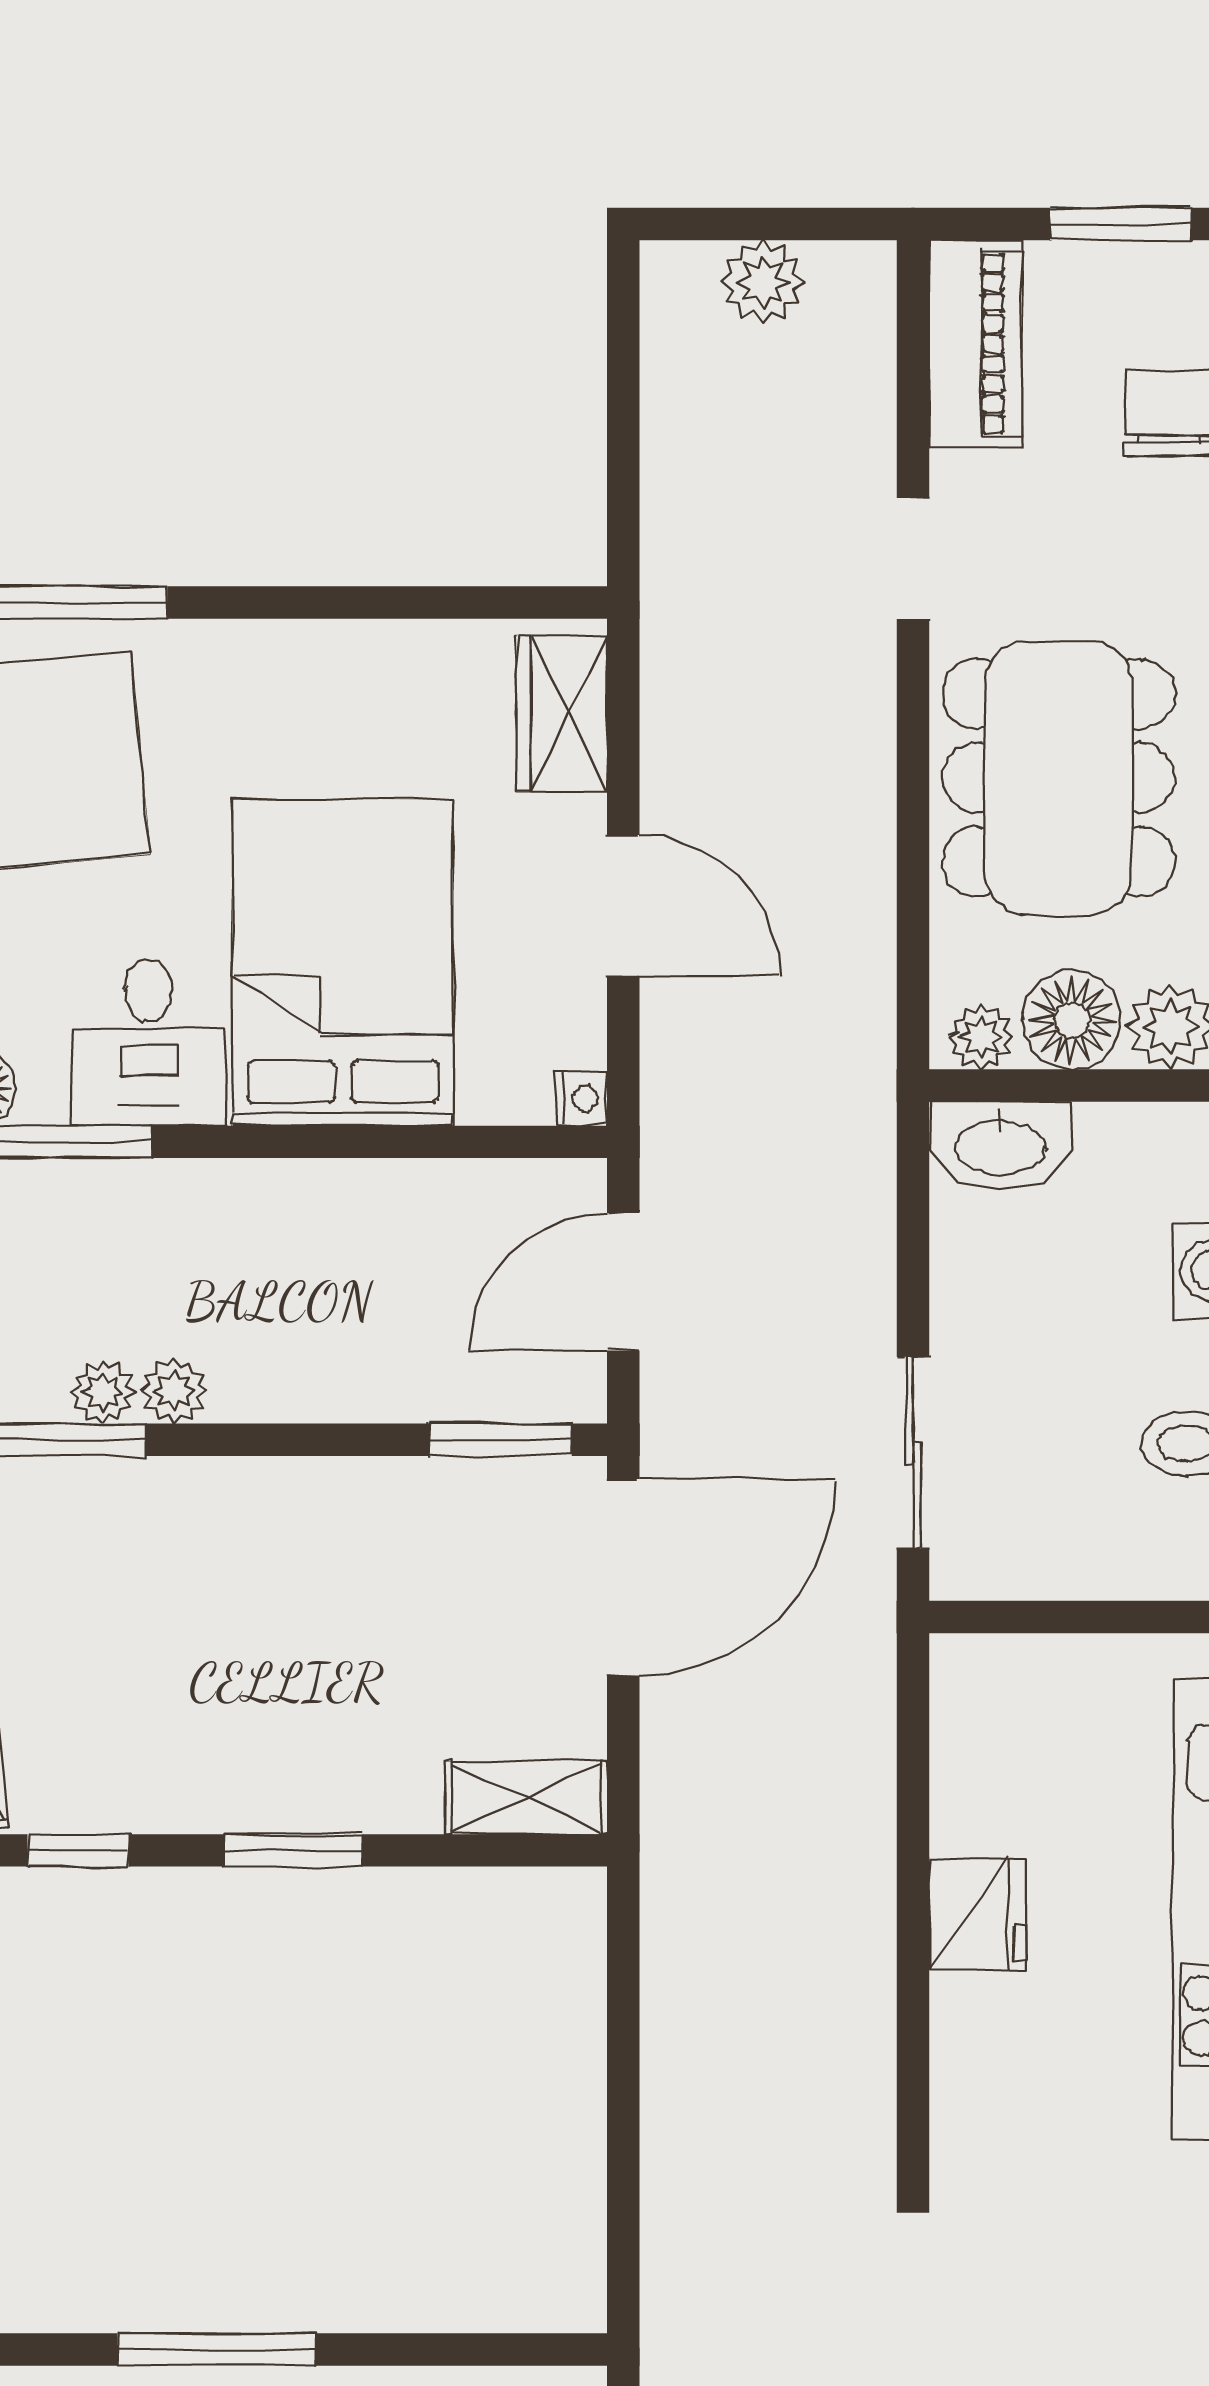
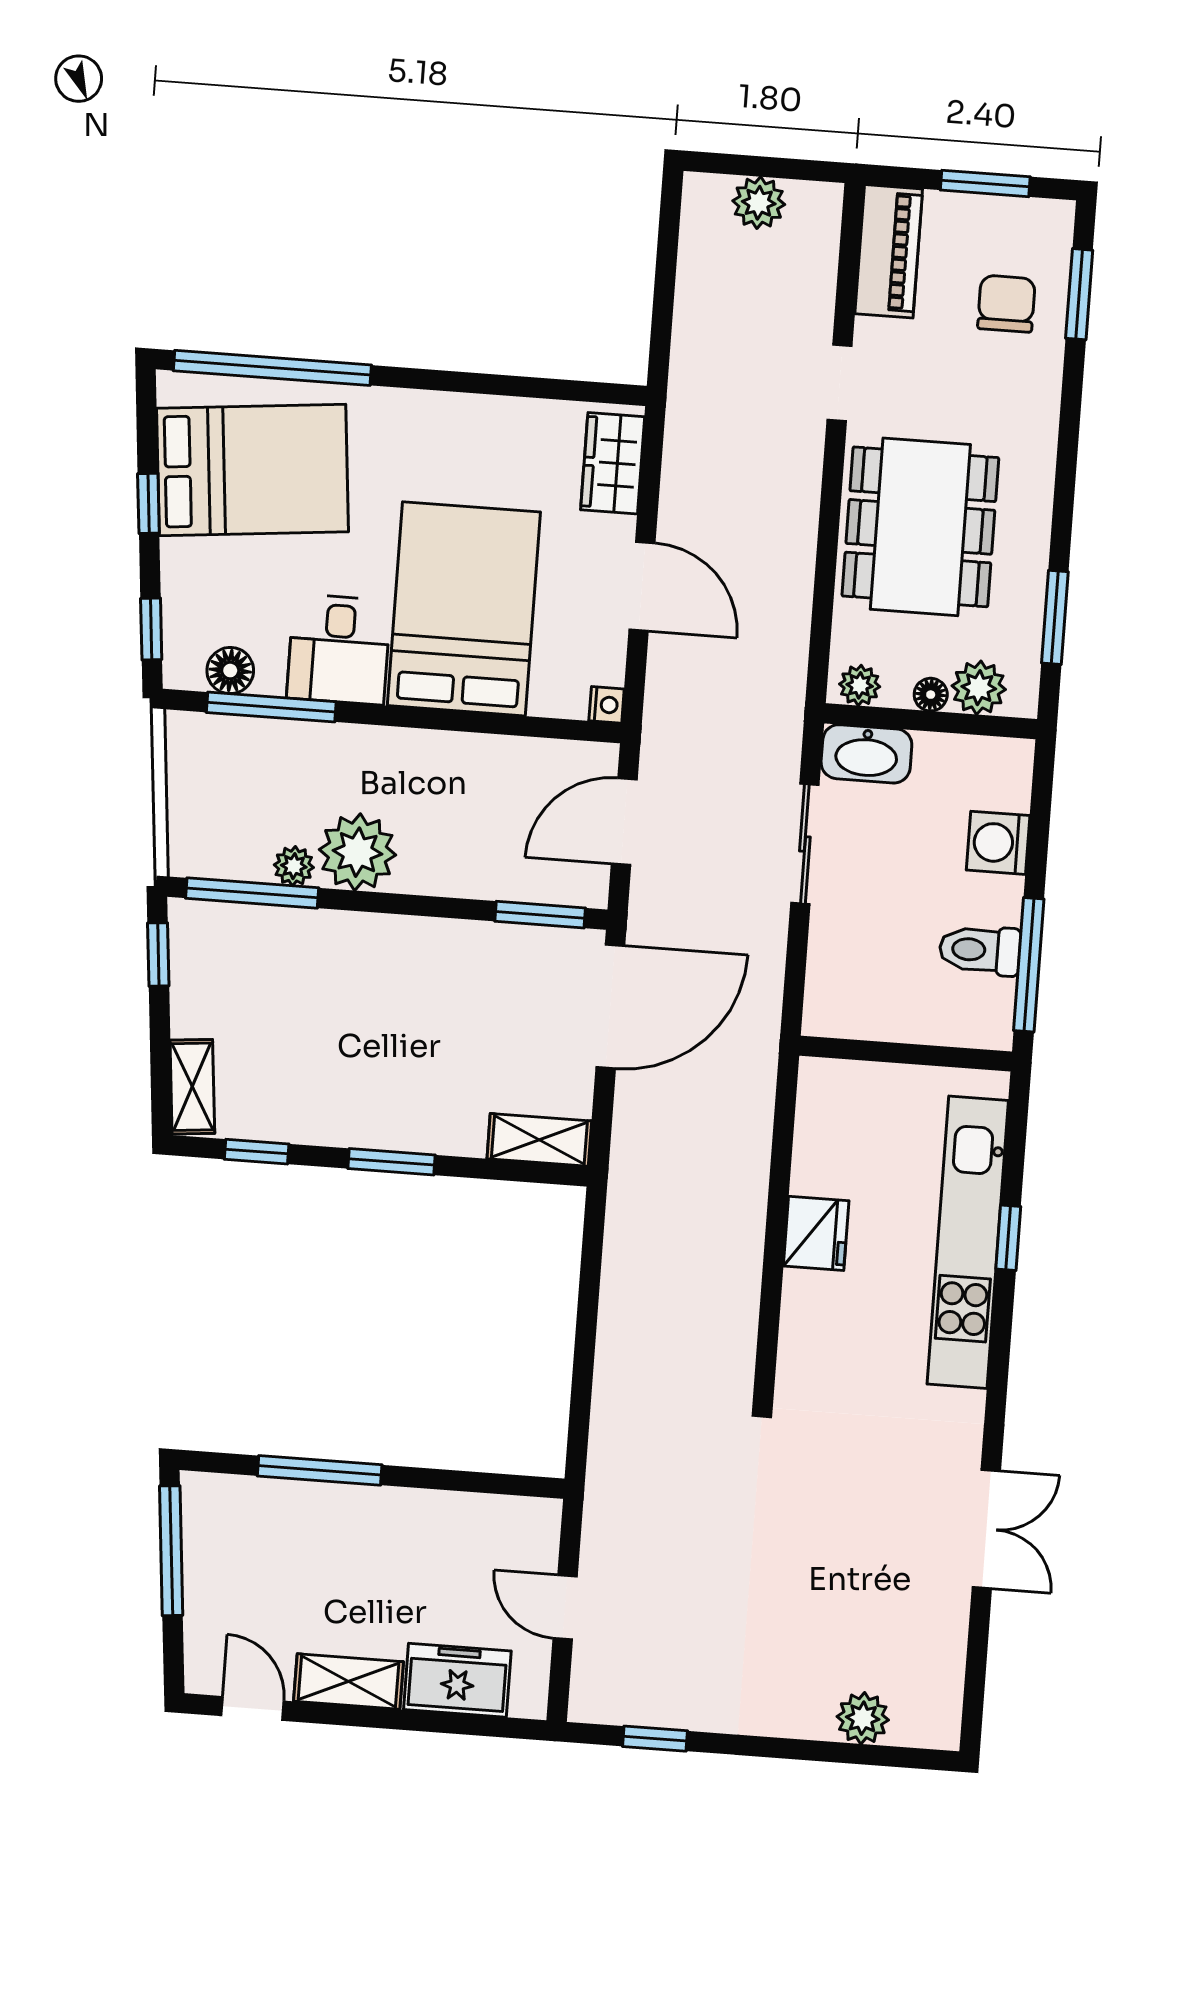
floor lamp: (1072, 1020) -> (931, 695), width x0.53, depth x0.53
plant: (174, 1391) -> (357, 852), width x1.87, depth x1.87
sliding door: (913, 1453) -> (805, 844), moved

